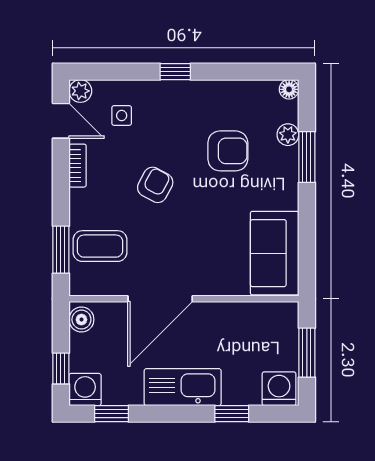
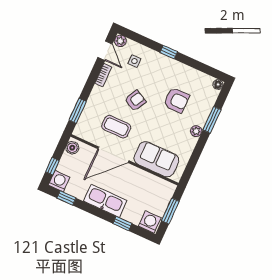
plant: (288, 135) -> (196, 131), moved
coffee table: (100, 246) -> (116, 127), moved
sofa: (275, 253) -> (156, 159), moved, turned 90

